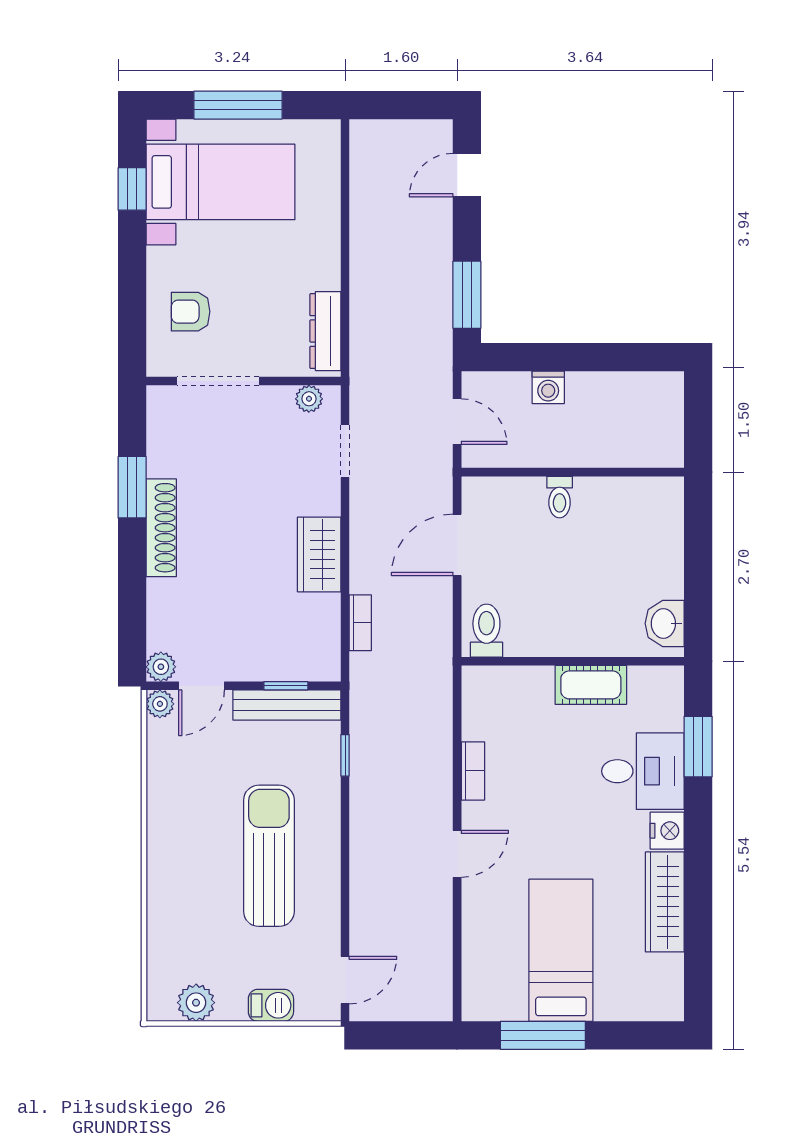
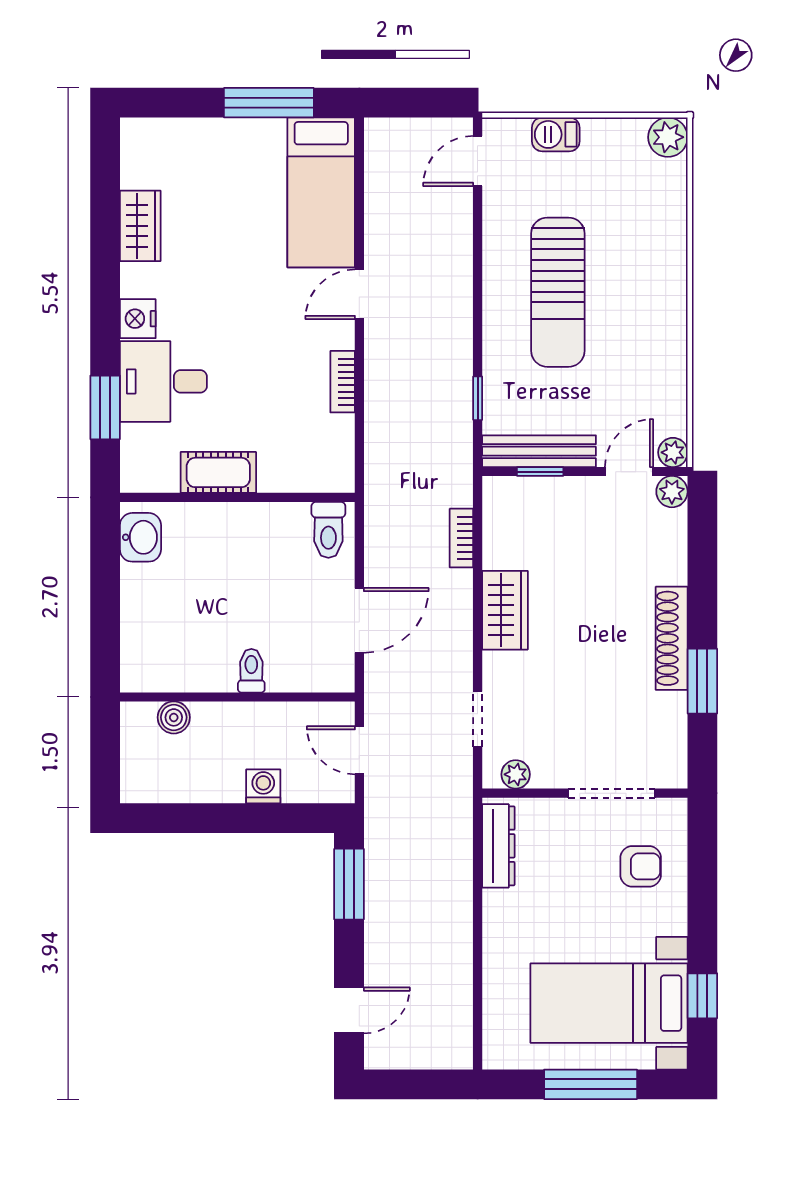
boiler: (633, 453) -> (174, 717), added
wardrobe: (665, 902) -> (140, 226), width x0.67
bed: (561, 950) -> (321, 192), moved
plant: (196, 1003) -> (668, 137), moved

